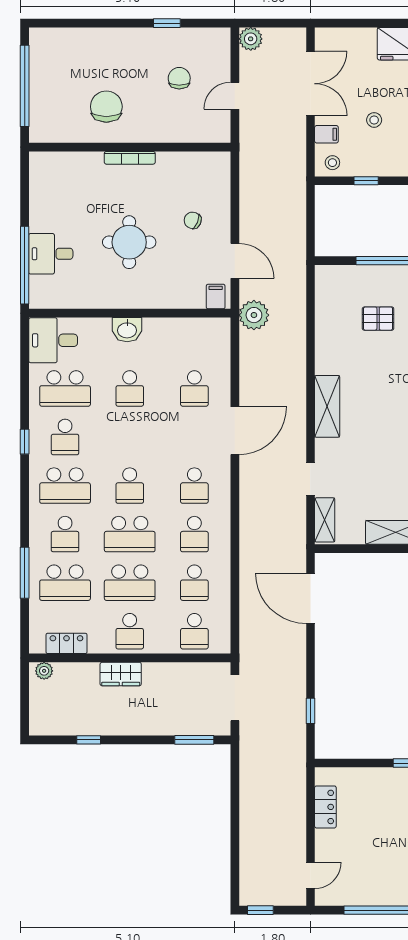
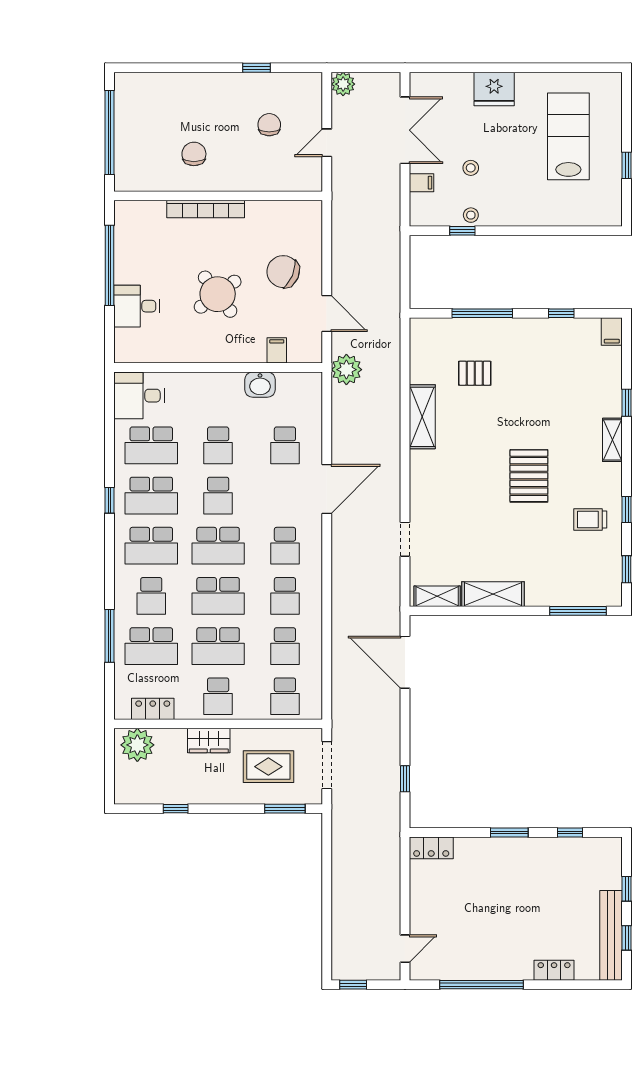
chair: (106, 107) -> (194, 154), width x0.73, depth x0.73
bookcase: (130, 158) -> (206, 209), width x1.48, depth x1.31
stool: (332, 163) -> (471, 215), moved
chair: (193, 220) -> (283, 272), width x1.87, depth x1.87
round table: (129, 242) -> (218, 294), turned -37
window: (25, 265) -> (109, 265), moved
filing cabinet: (216, 297) -> (277, 350), moved
washbasin: (127, 330) -> (260, 385), moved
shelving: (327, 406) -> (422, 417), moved
school desk: (65, 437) -> (151, 496), width x1.85
school desk: (130, 437) -> (218, 496), added
school desk: (130, 486) -> (218, 546), width x1.85
shelving: (325, 520) -> (437, 596), moved, turned 90
plant: (44, 671) -> (137, 745), width x1.88, depth x1.88
rug: (178, 699) -> (268, 767), added
locker: (325, 807) -> (431, 848), moved, turned 90

